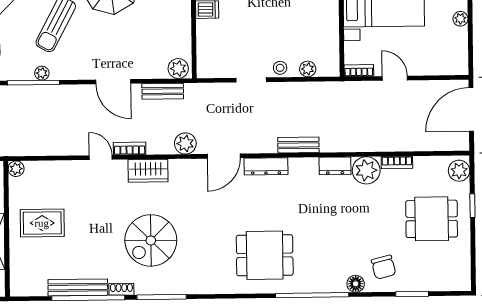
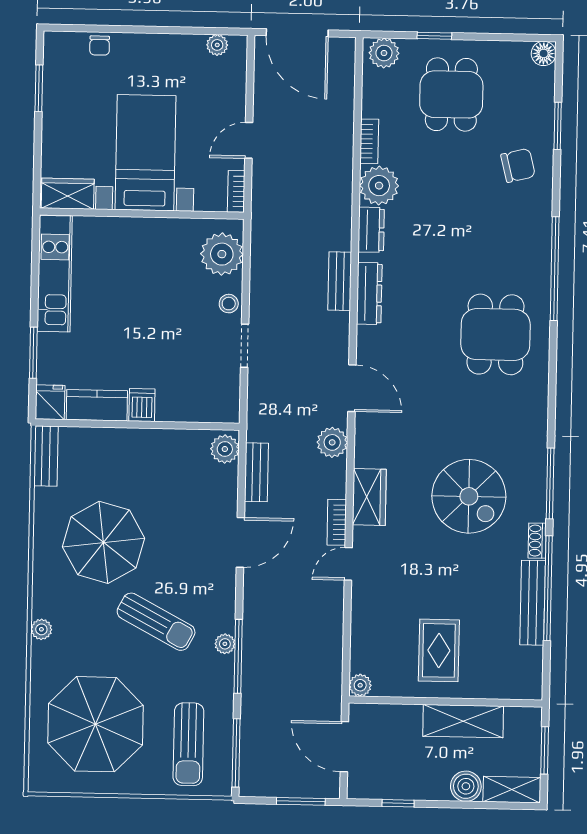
plant: (460, 19) -> (217, 45), moved
plant: (308, 69) -> (222, 254), width x1.87, depth x1.87
dresser: (266, 166) -> (369, 293), moved
floor lamp: (356, 284) -> (544, 53), moved

